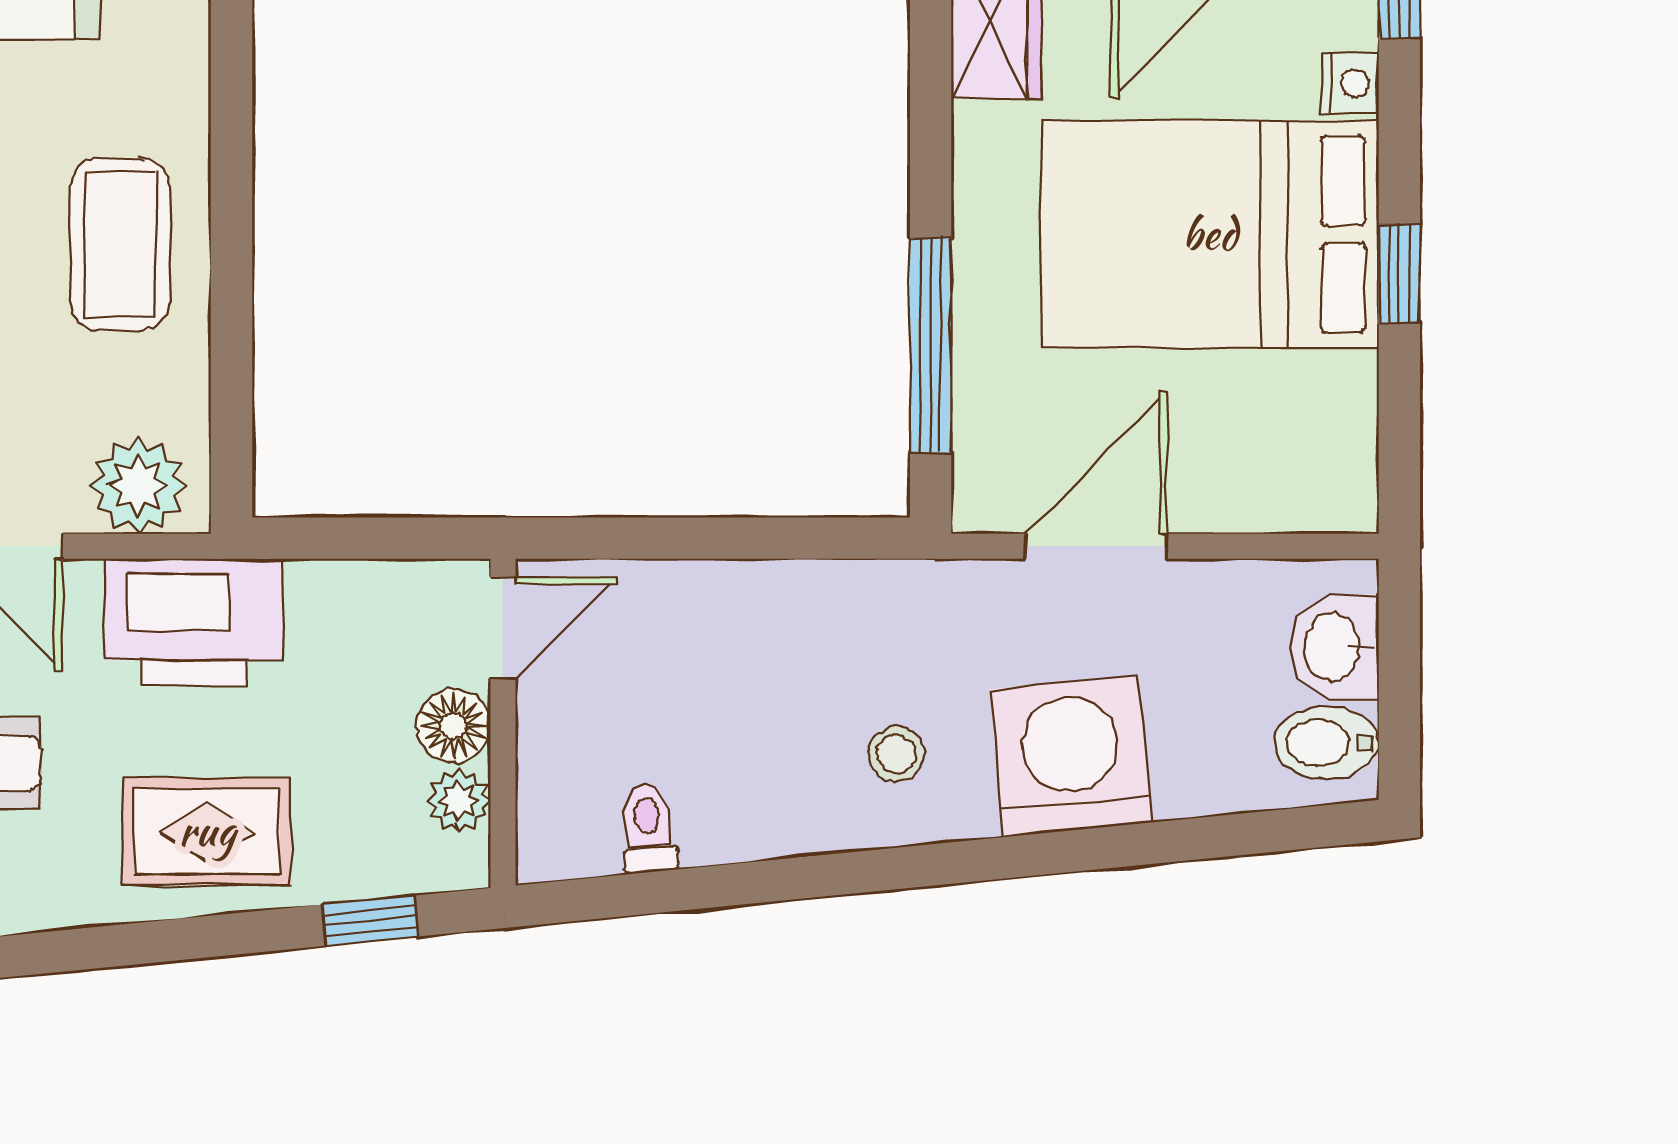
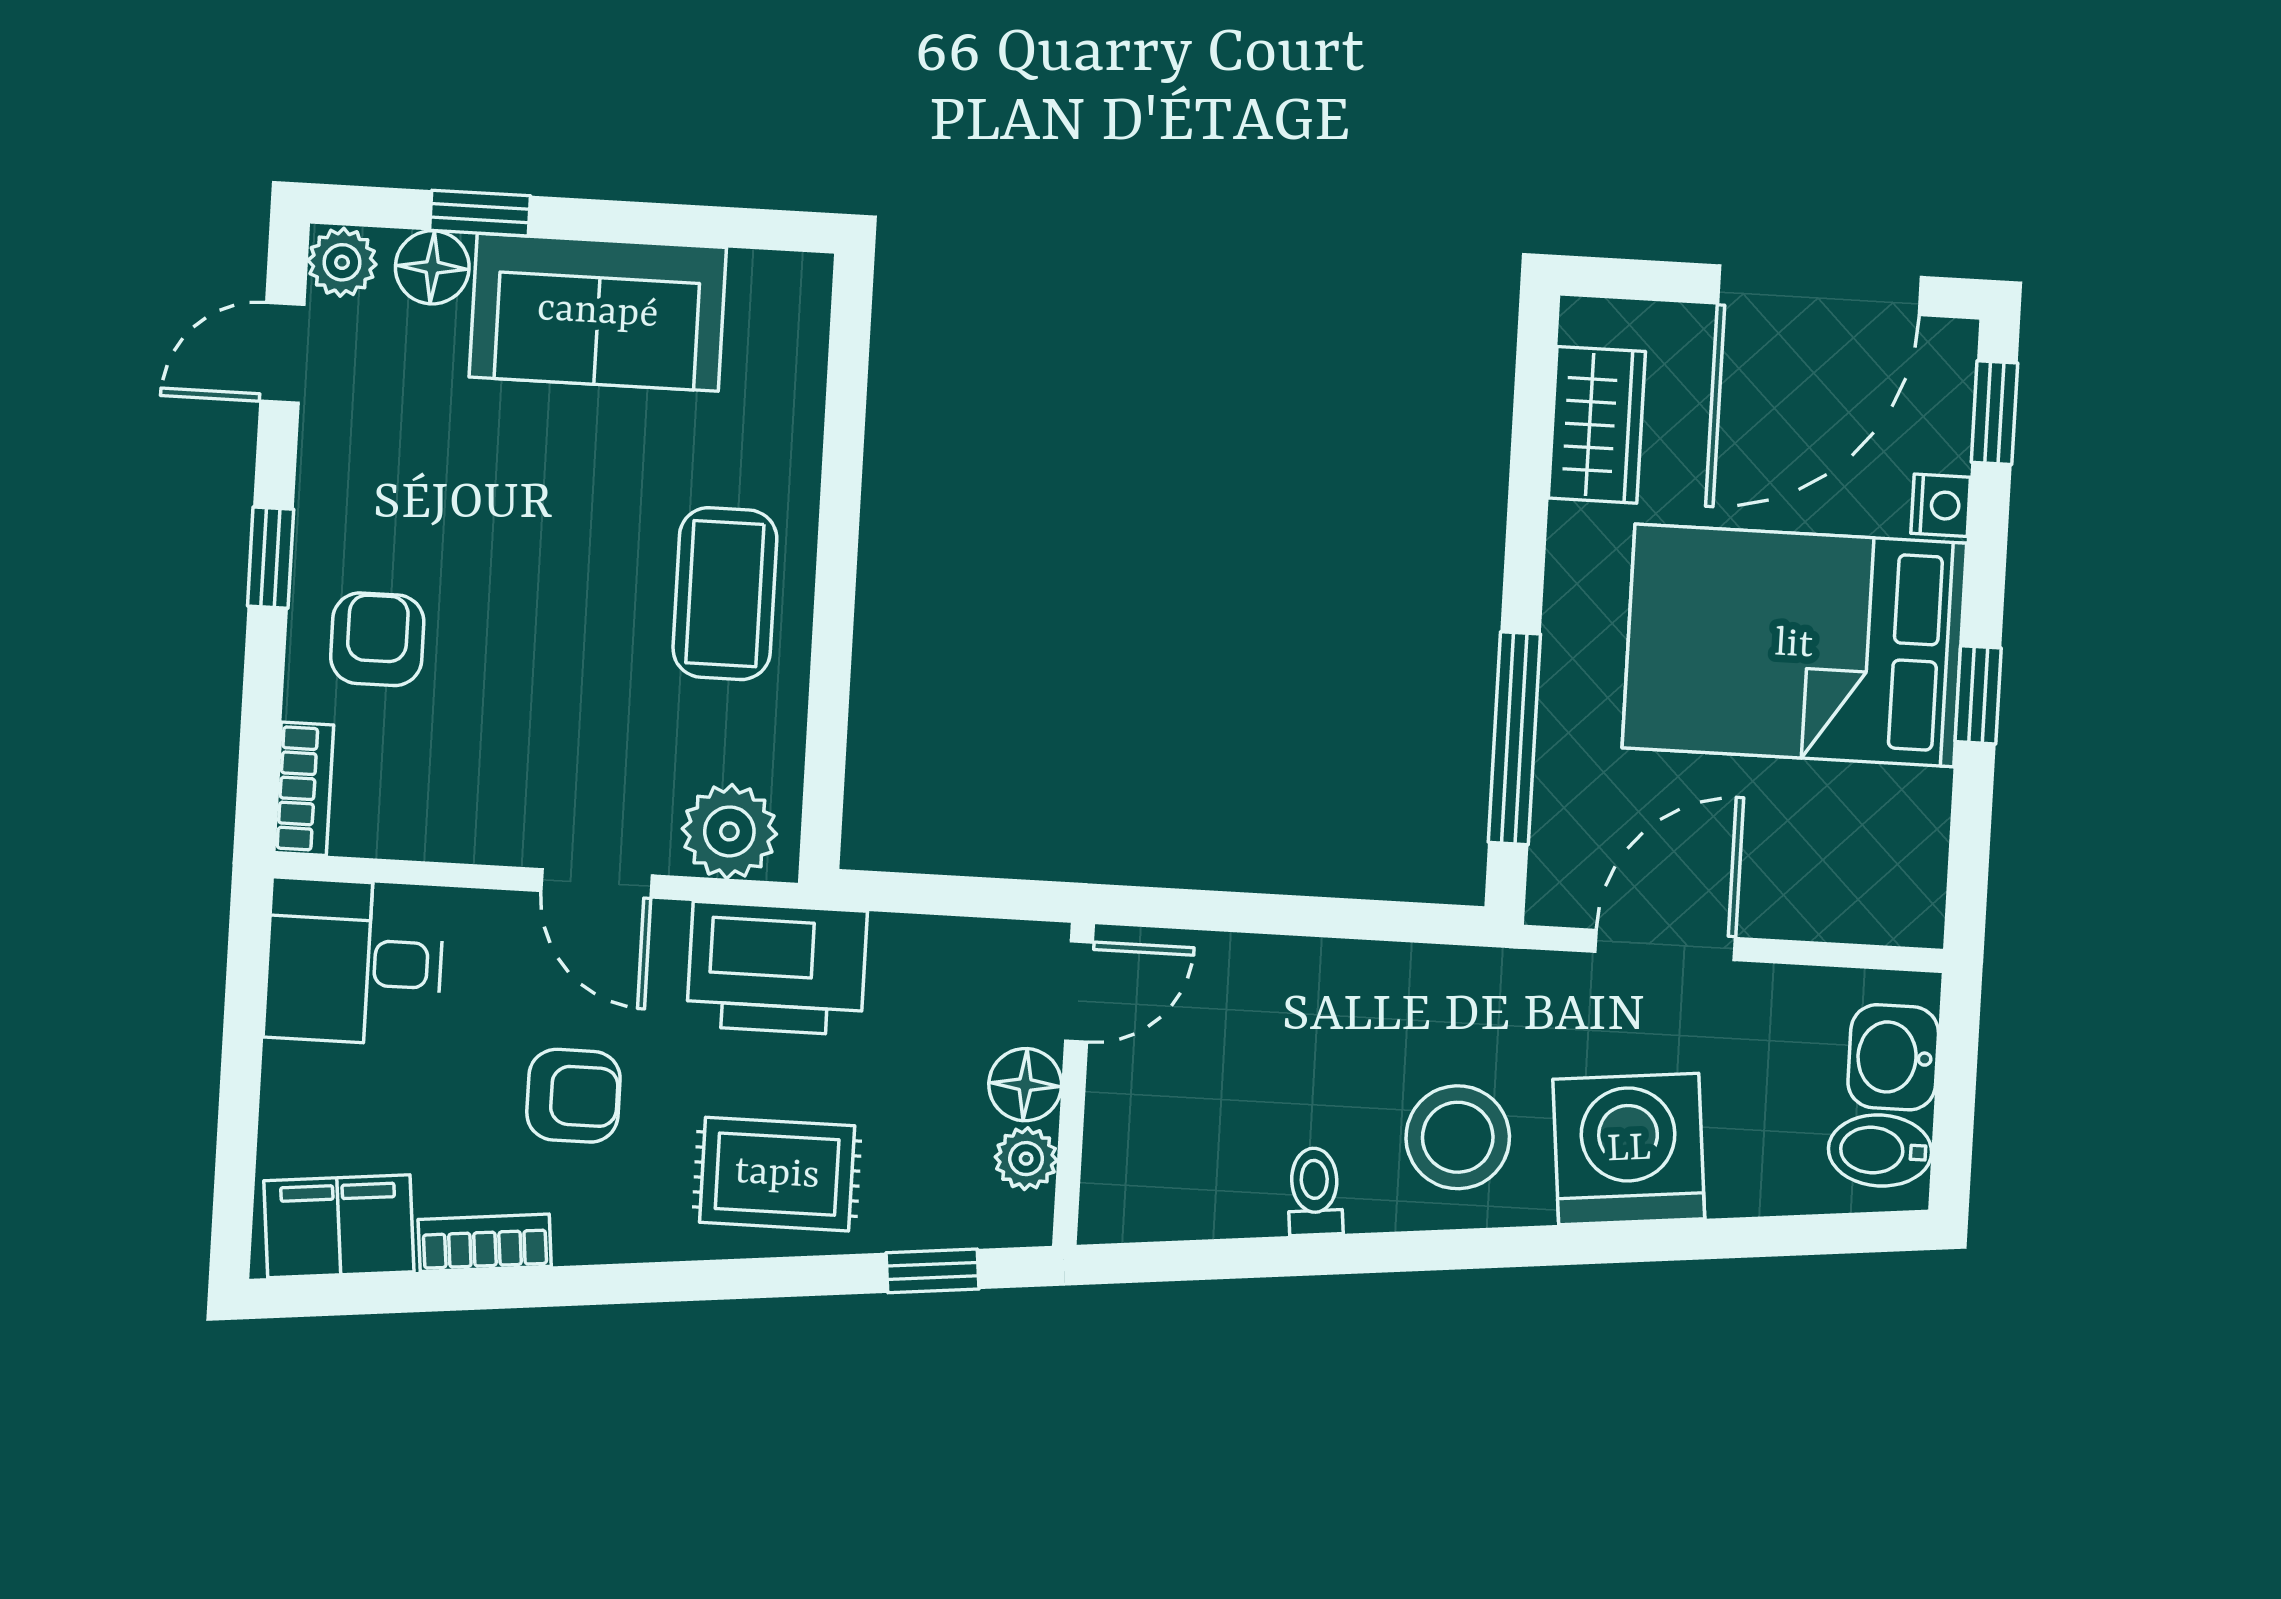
stool: (896, 754) -> (1458, 1137), width x1.89, depth x1.89
toilet: (648, 828) -> (1315, 1191), moved

